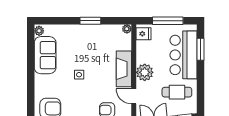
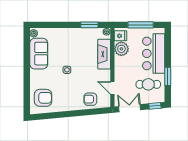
window: (90, 21) -> (89, 25), moved
window: (200, 49) -> (168, 76), moved
fireplace: (124, 69) -> (104, 54), moved
plant: (145, 72) -> (121, 49), moved

